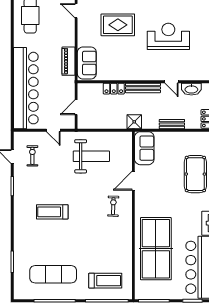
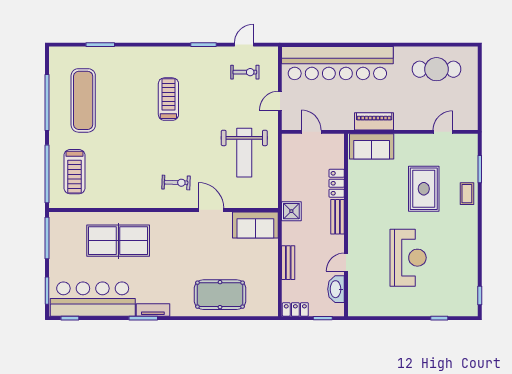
bench: (143, 88) -> (338, 217), width x0.73
table tennis table: (156, 249) -> (118, 241), width x0.73, depth x0.76

